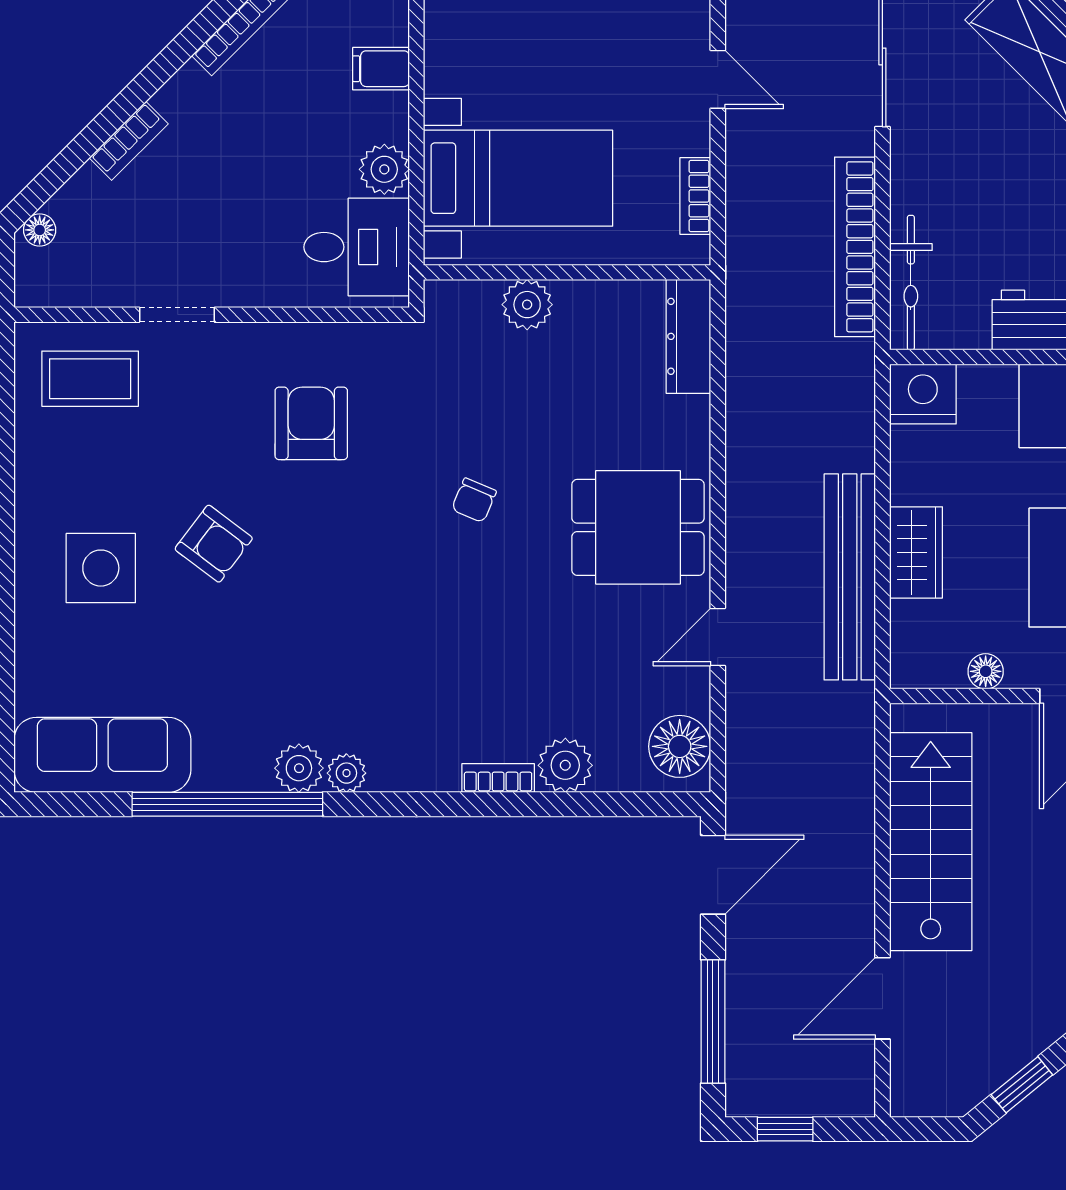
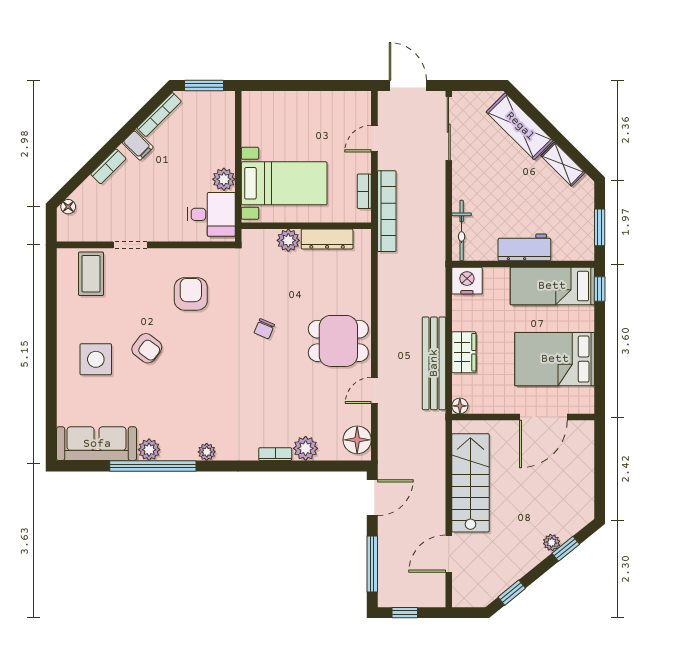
filing cabinet: (381, 69) -> (138, 145), moved, turned -135
door: (718, 79) -> (374, 139), swing flipped
bookcase: (855, 247) -> (387, 211), moved, turned 180
dresser: (688, 336) -> (327, 239), moved, turned -90
coffee table: (90, 379) -> (91, 274), turned 90
floor lamp: (986, 671) -> (460, 406), moved
plant: (299, 768) -> (149, 450), moved

